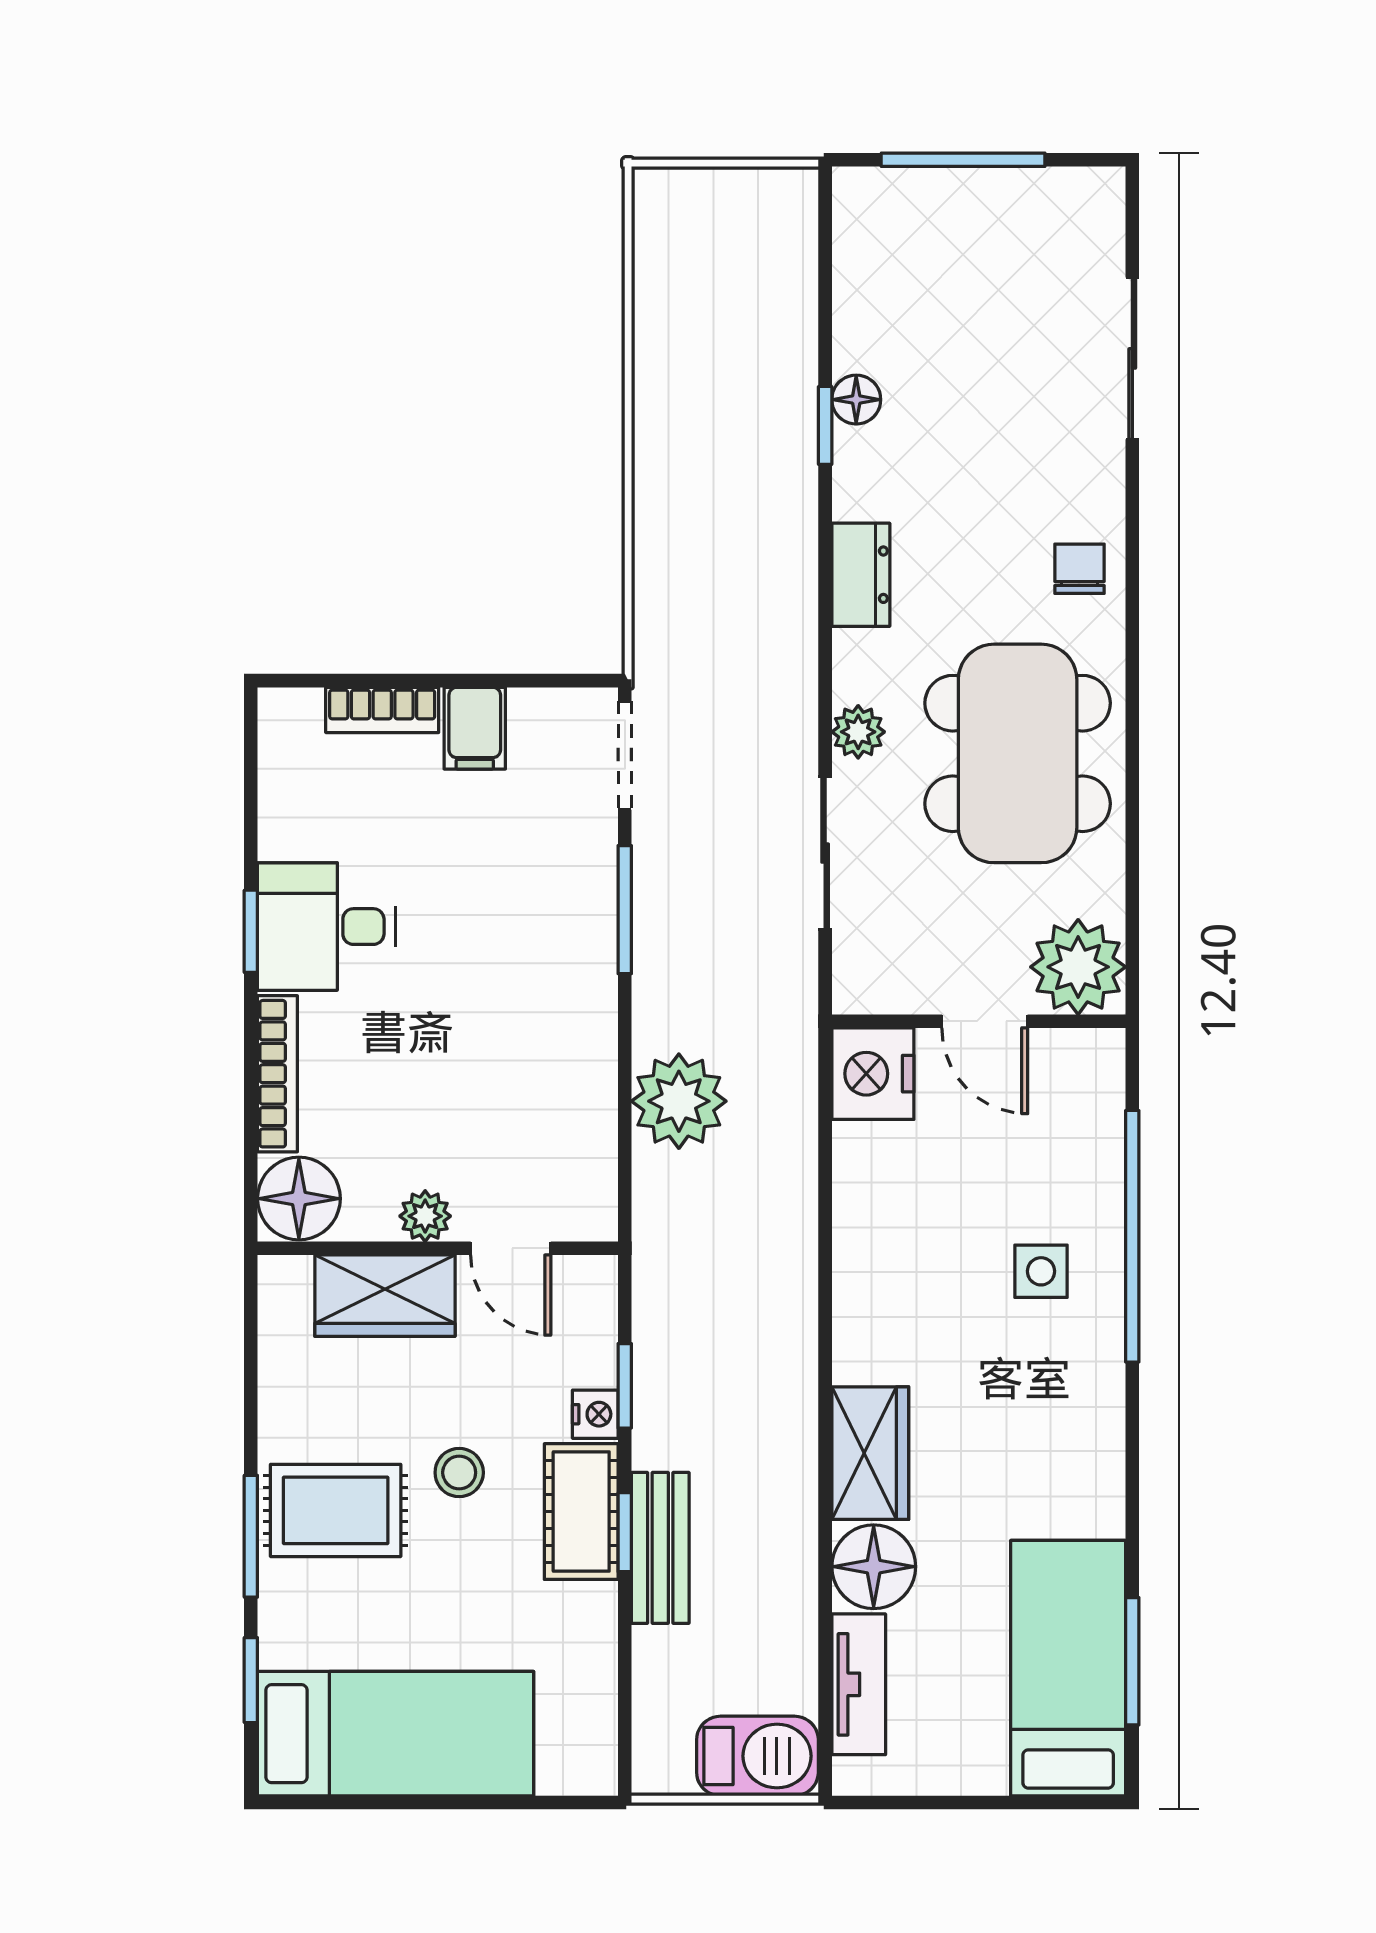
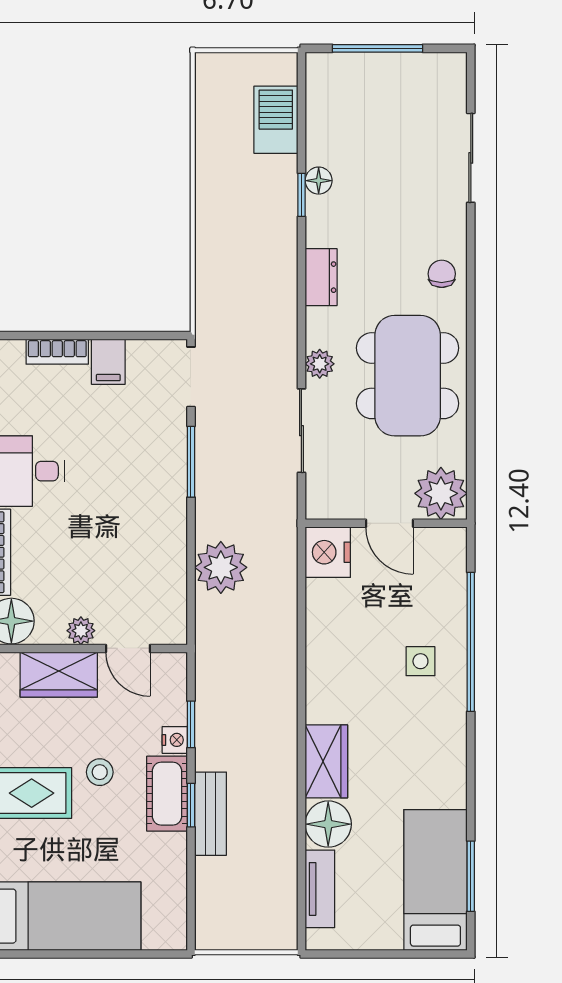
barbecue: (757, 1756) -> (276, 120), moved, turned -90

